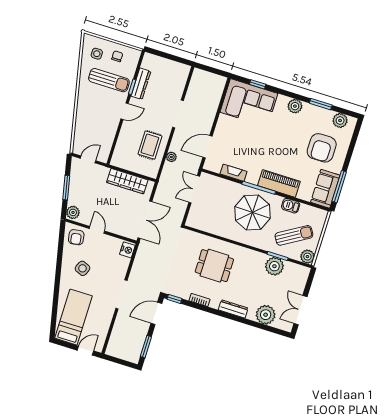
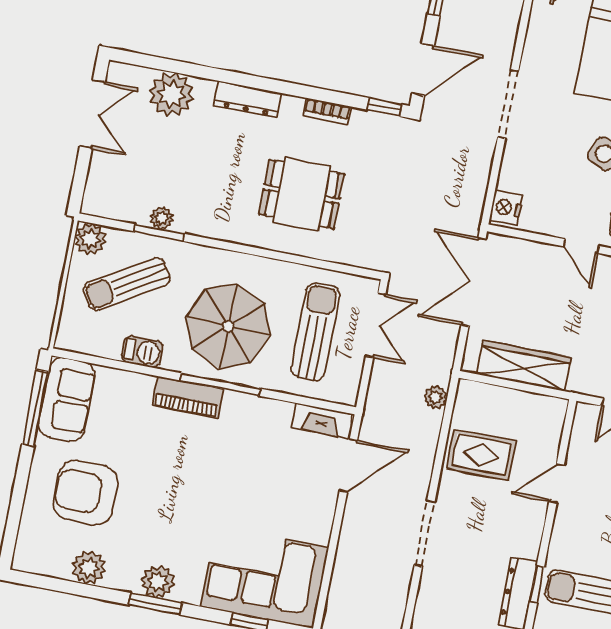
window: (321, 104) -> (155, 604), moved
door: (125, 111) -> (557, 483), moved
plant: (340, 120) -> (89, 568), moved
rug: (150, 145) -> (481, 455), turned 90
armchair: (322, 148) -> (86, 493), turned -90
plant: (171, 157) -> (436, 397), moved
fireplace: (234, 173) -> (322, 420), moved
piano: (279, 184) -> (188, 397), width x0.73, depth x0.75
double door: (194, 189) -> (376, 325), moved
sun lounger: (215, 206) -> (315, 332), added
plant: (274, 266) -> (162, 218), width x0.53, depth x0.53

